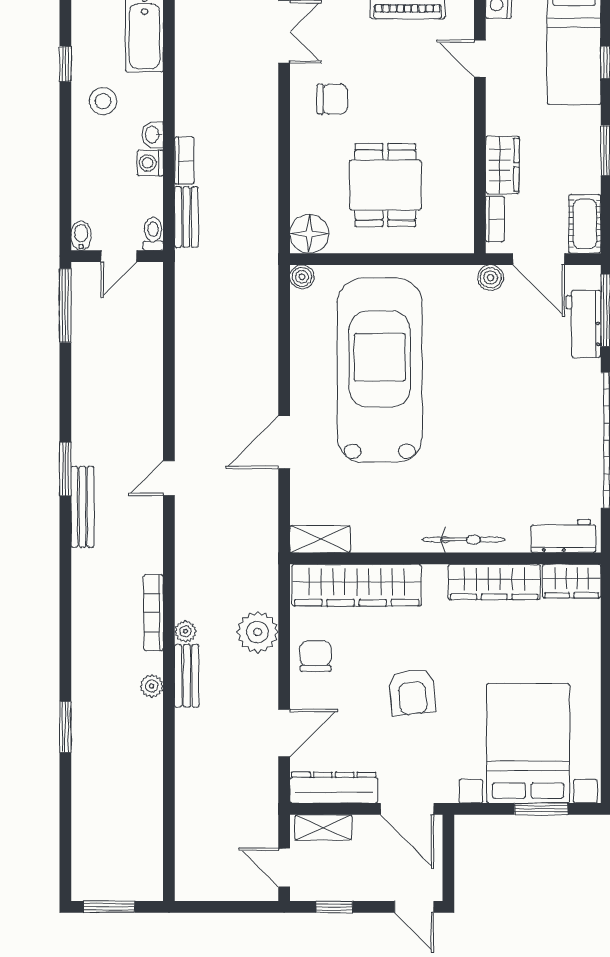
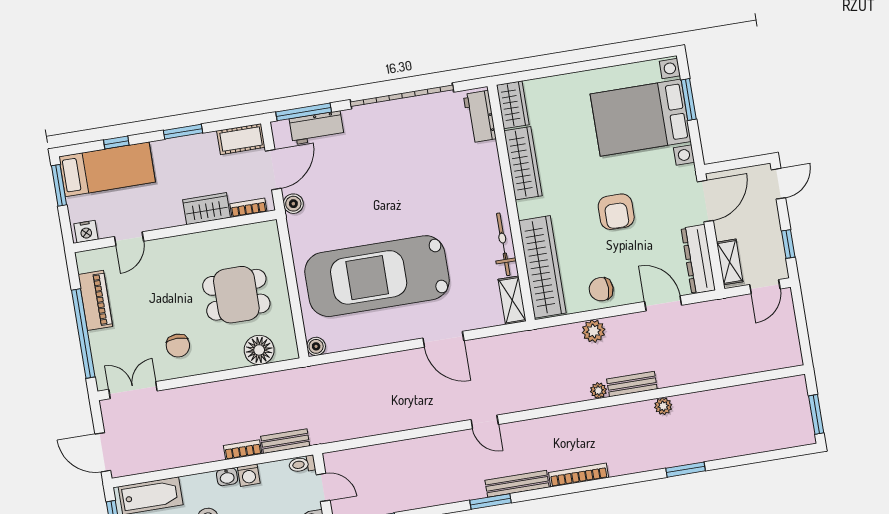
chair: (332, 99) -> (178, 346), turned 180
floor lamp: (309, 234) -> (259, 350), moved
bicycle: (464, 540) -> (503, 244), moved
bookcase: (153, 613) -> (579, 475), moved, turned 180
plant: (258, 632) -> (594, 331), width x0.73, depth x0.73
plant: (152, 686) -> (663, 406), moved
armchair: (412, 692) -> (616, 212), turned 96

